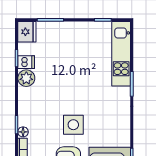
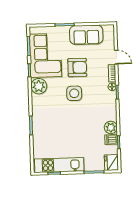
kitchen unit: (121, 54) -> (59, 165), moved, turned -90
plant: (120, 136) -> (39, 86), added

